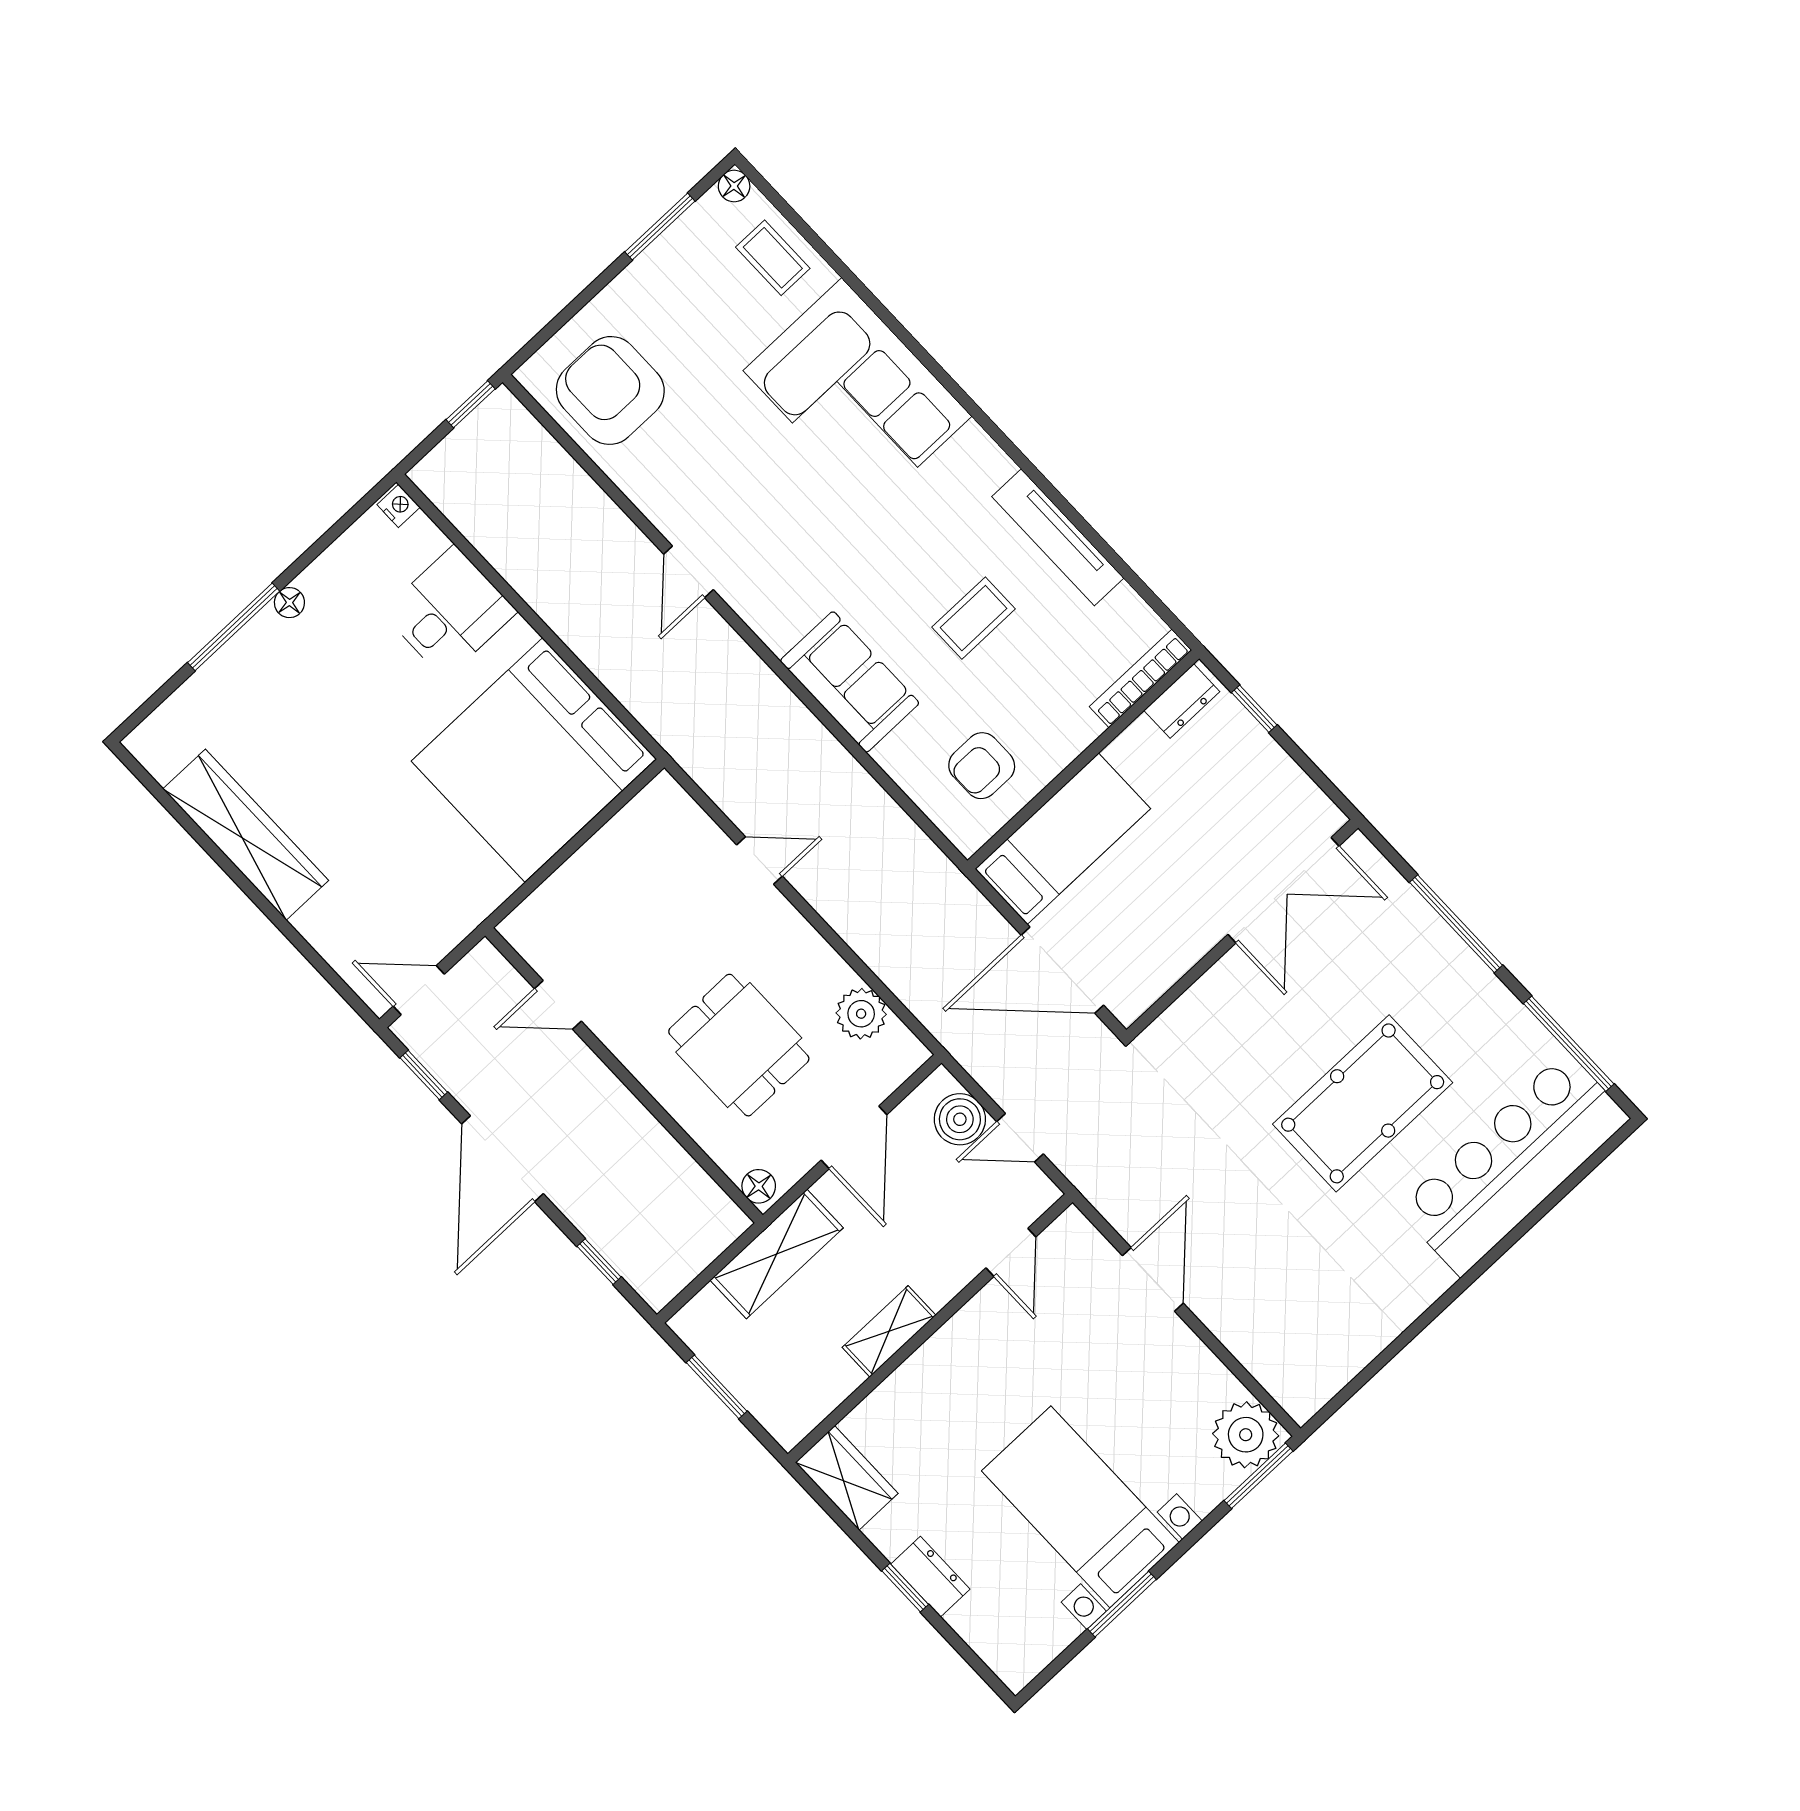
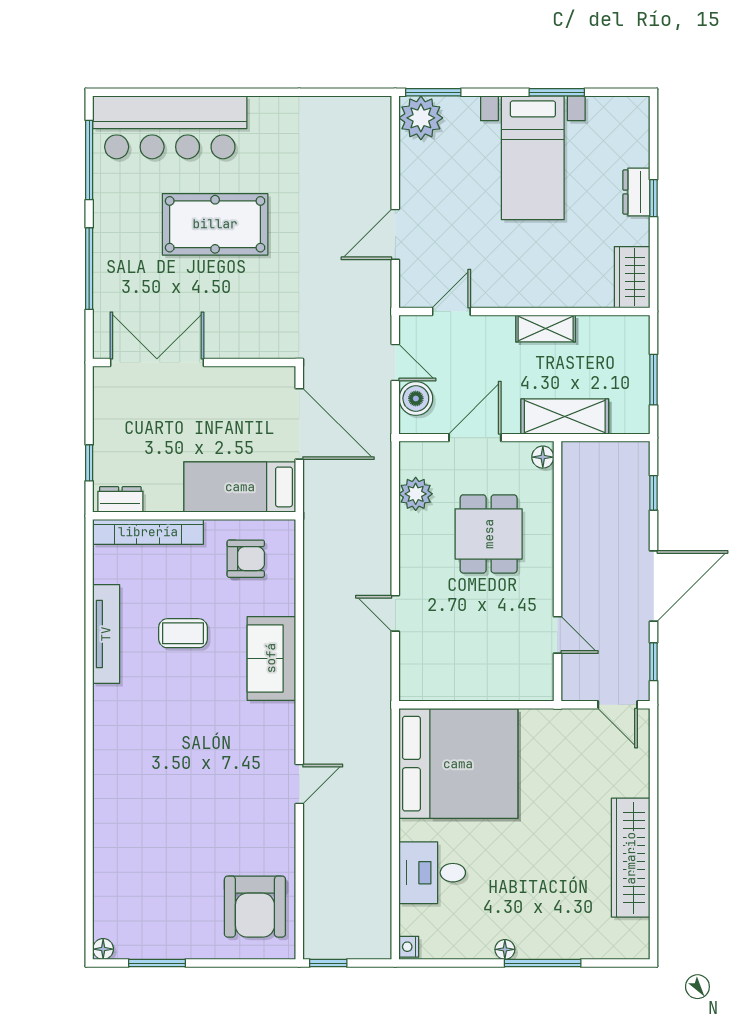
coffee table: (773, 258) -> (117, 897), removed
corner sofa: (857, 393) -> (137, 794), removed
bookcase: (1140, 679) -> (148, 532), width x1.48, depth x1.31

